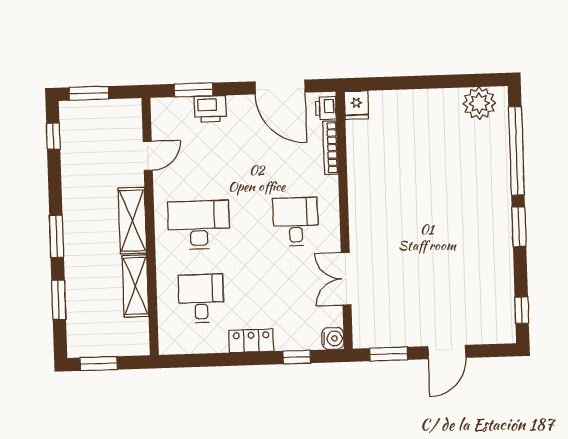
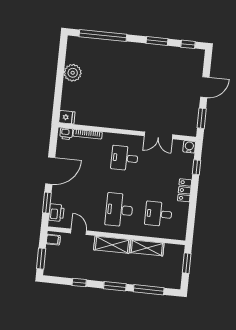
door: (280, 87) -> (50, 171), moved
plant: (479, 103) -> (73, 73), moved
printer: (210, 109) -> (56, 213), moved
filing cabinet: (127, 111) -> (53, 240), added
window: (53, 136) -> (79, 283), moved
window: (519, 227) -> (157, 41), moved
window: (59, 300) -> (149, 290), width x1.44
door: (447, 352) -> (205, 87), hinge flipped
window: (99, 364) -> (187, 263), moved

